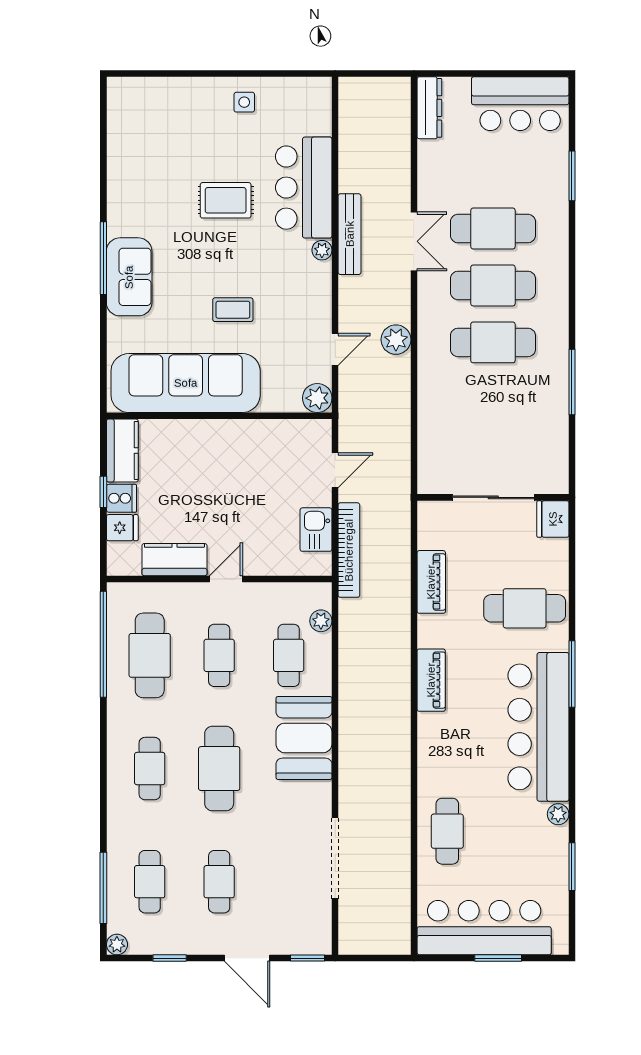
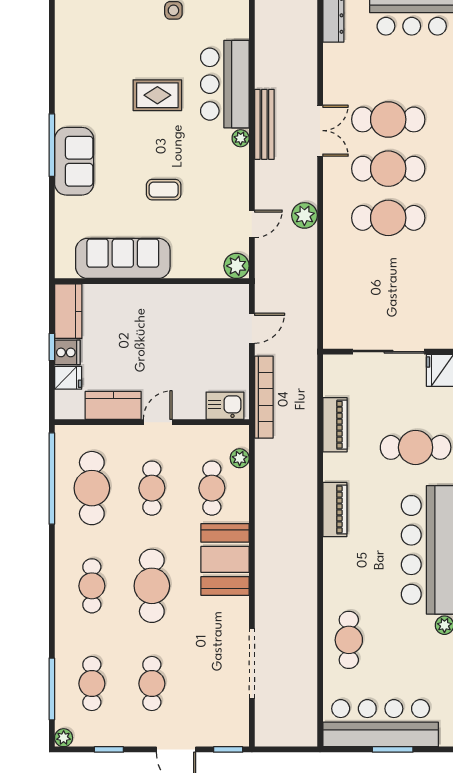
sofa: (186, 383) -> (123, 258), width x0.74, depth x0.79
kitchen sink: (316, 530) -> (225, 406), moved, turned 90

